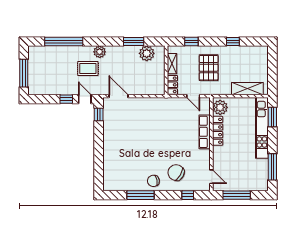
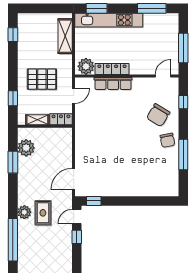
window: (233, 41) -> (13, 35), moved
plant: (100, 52) -> (24, 212), moved

